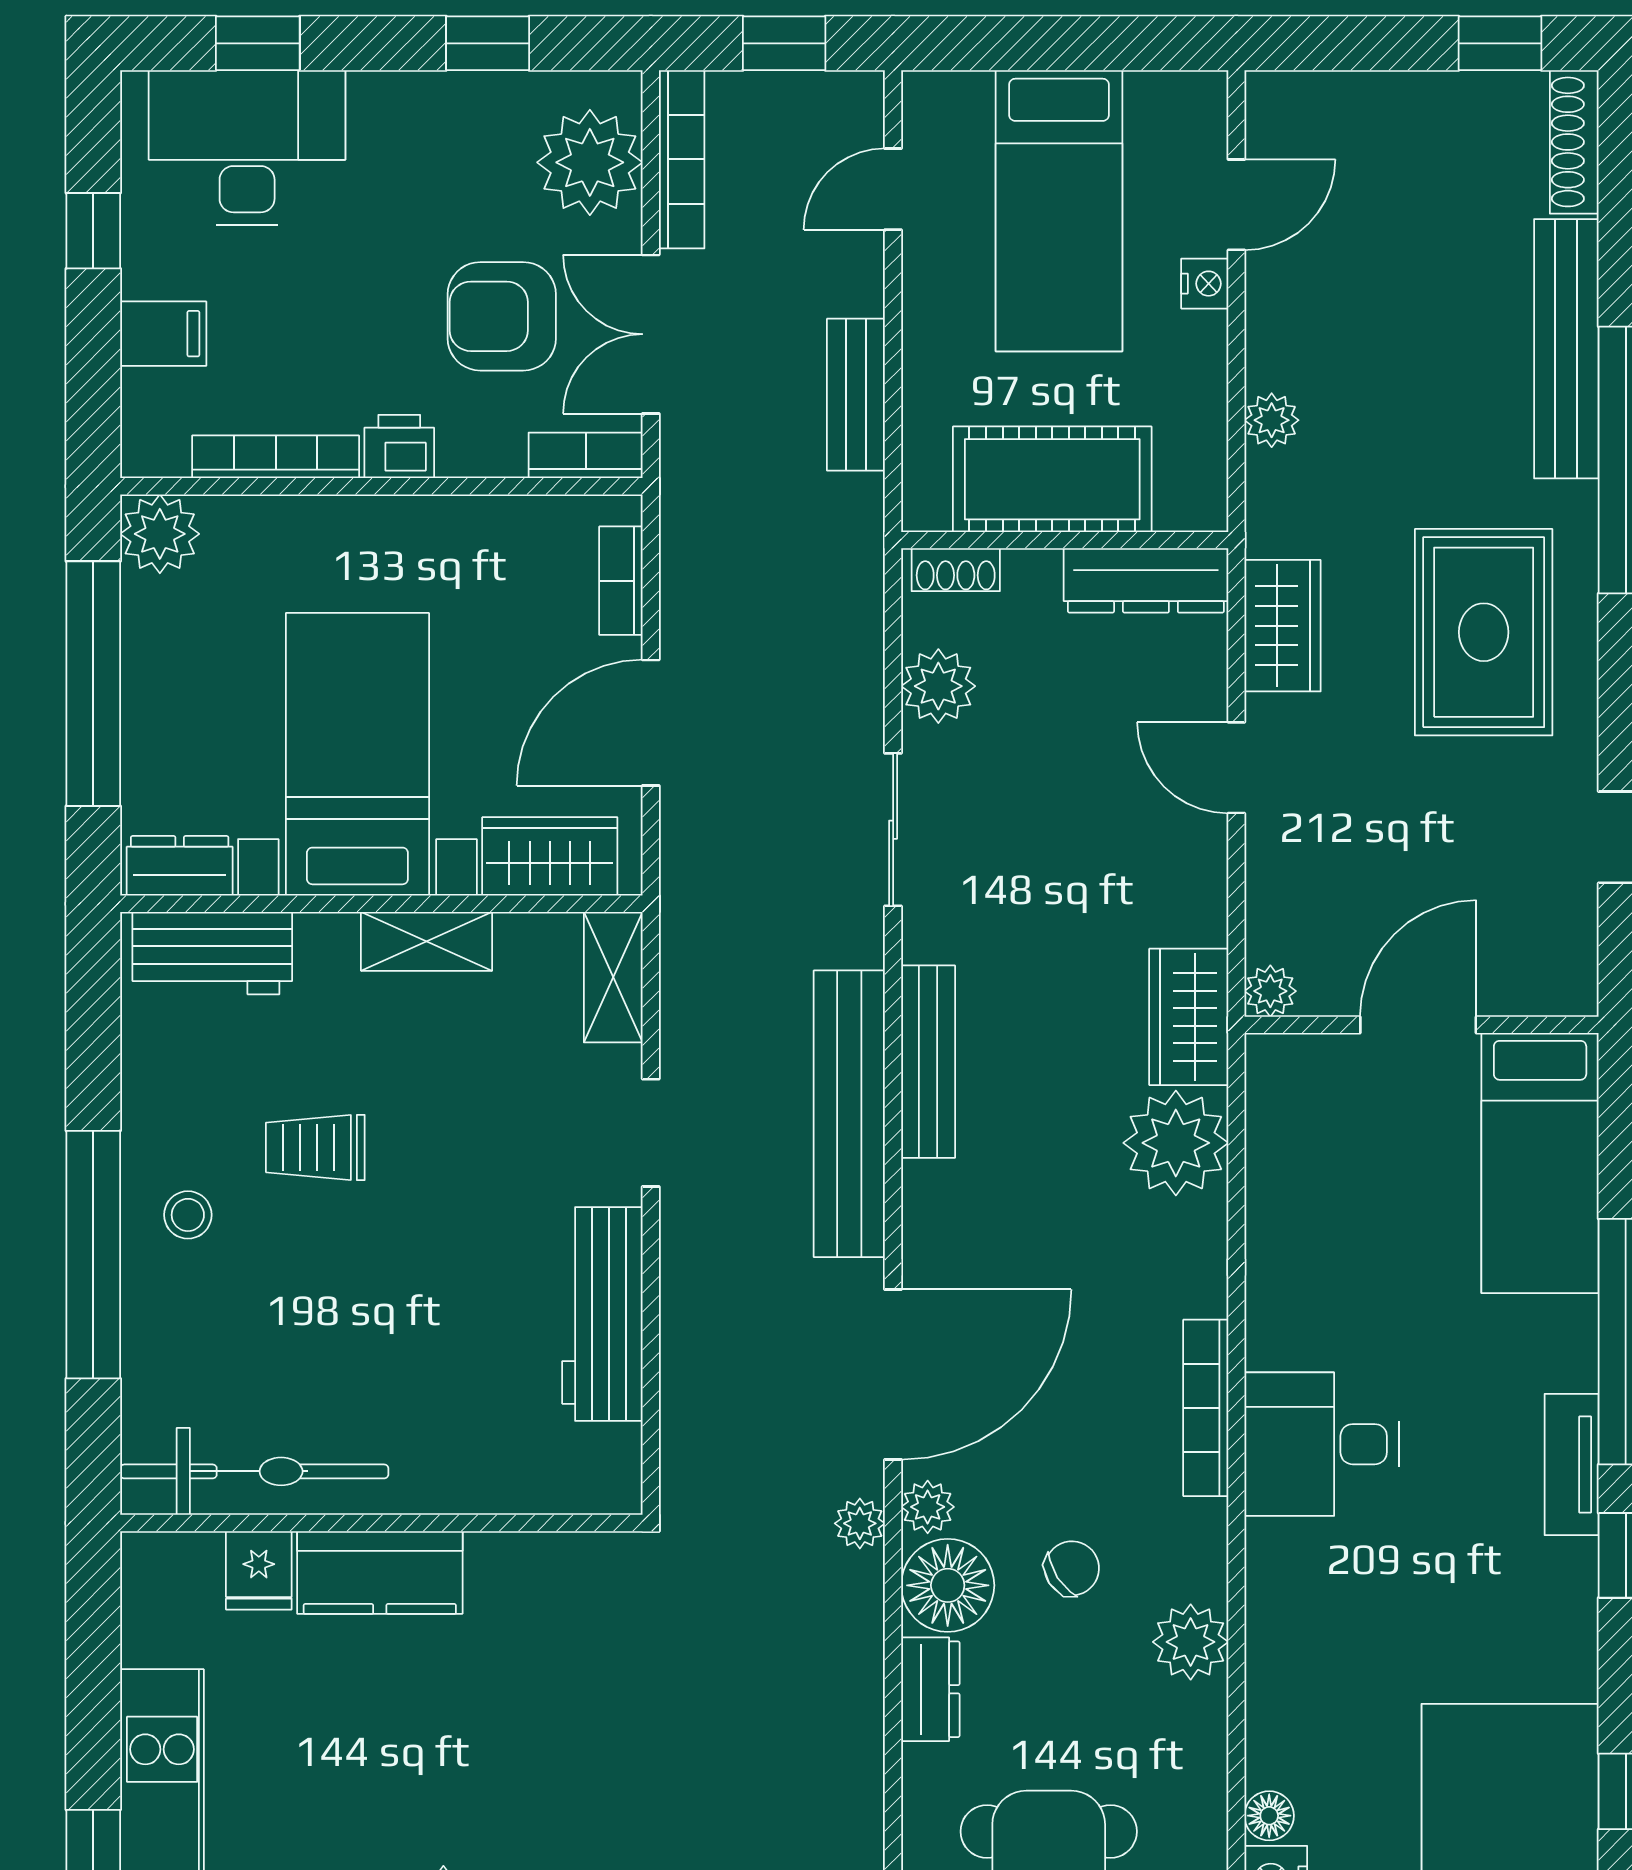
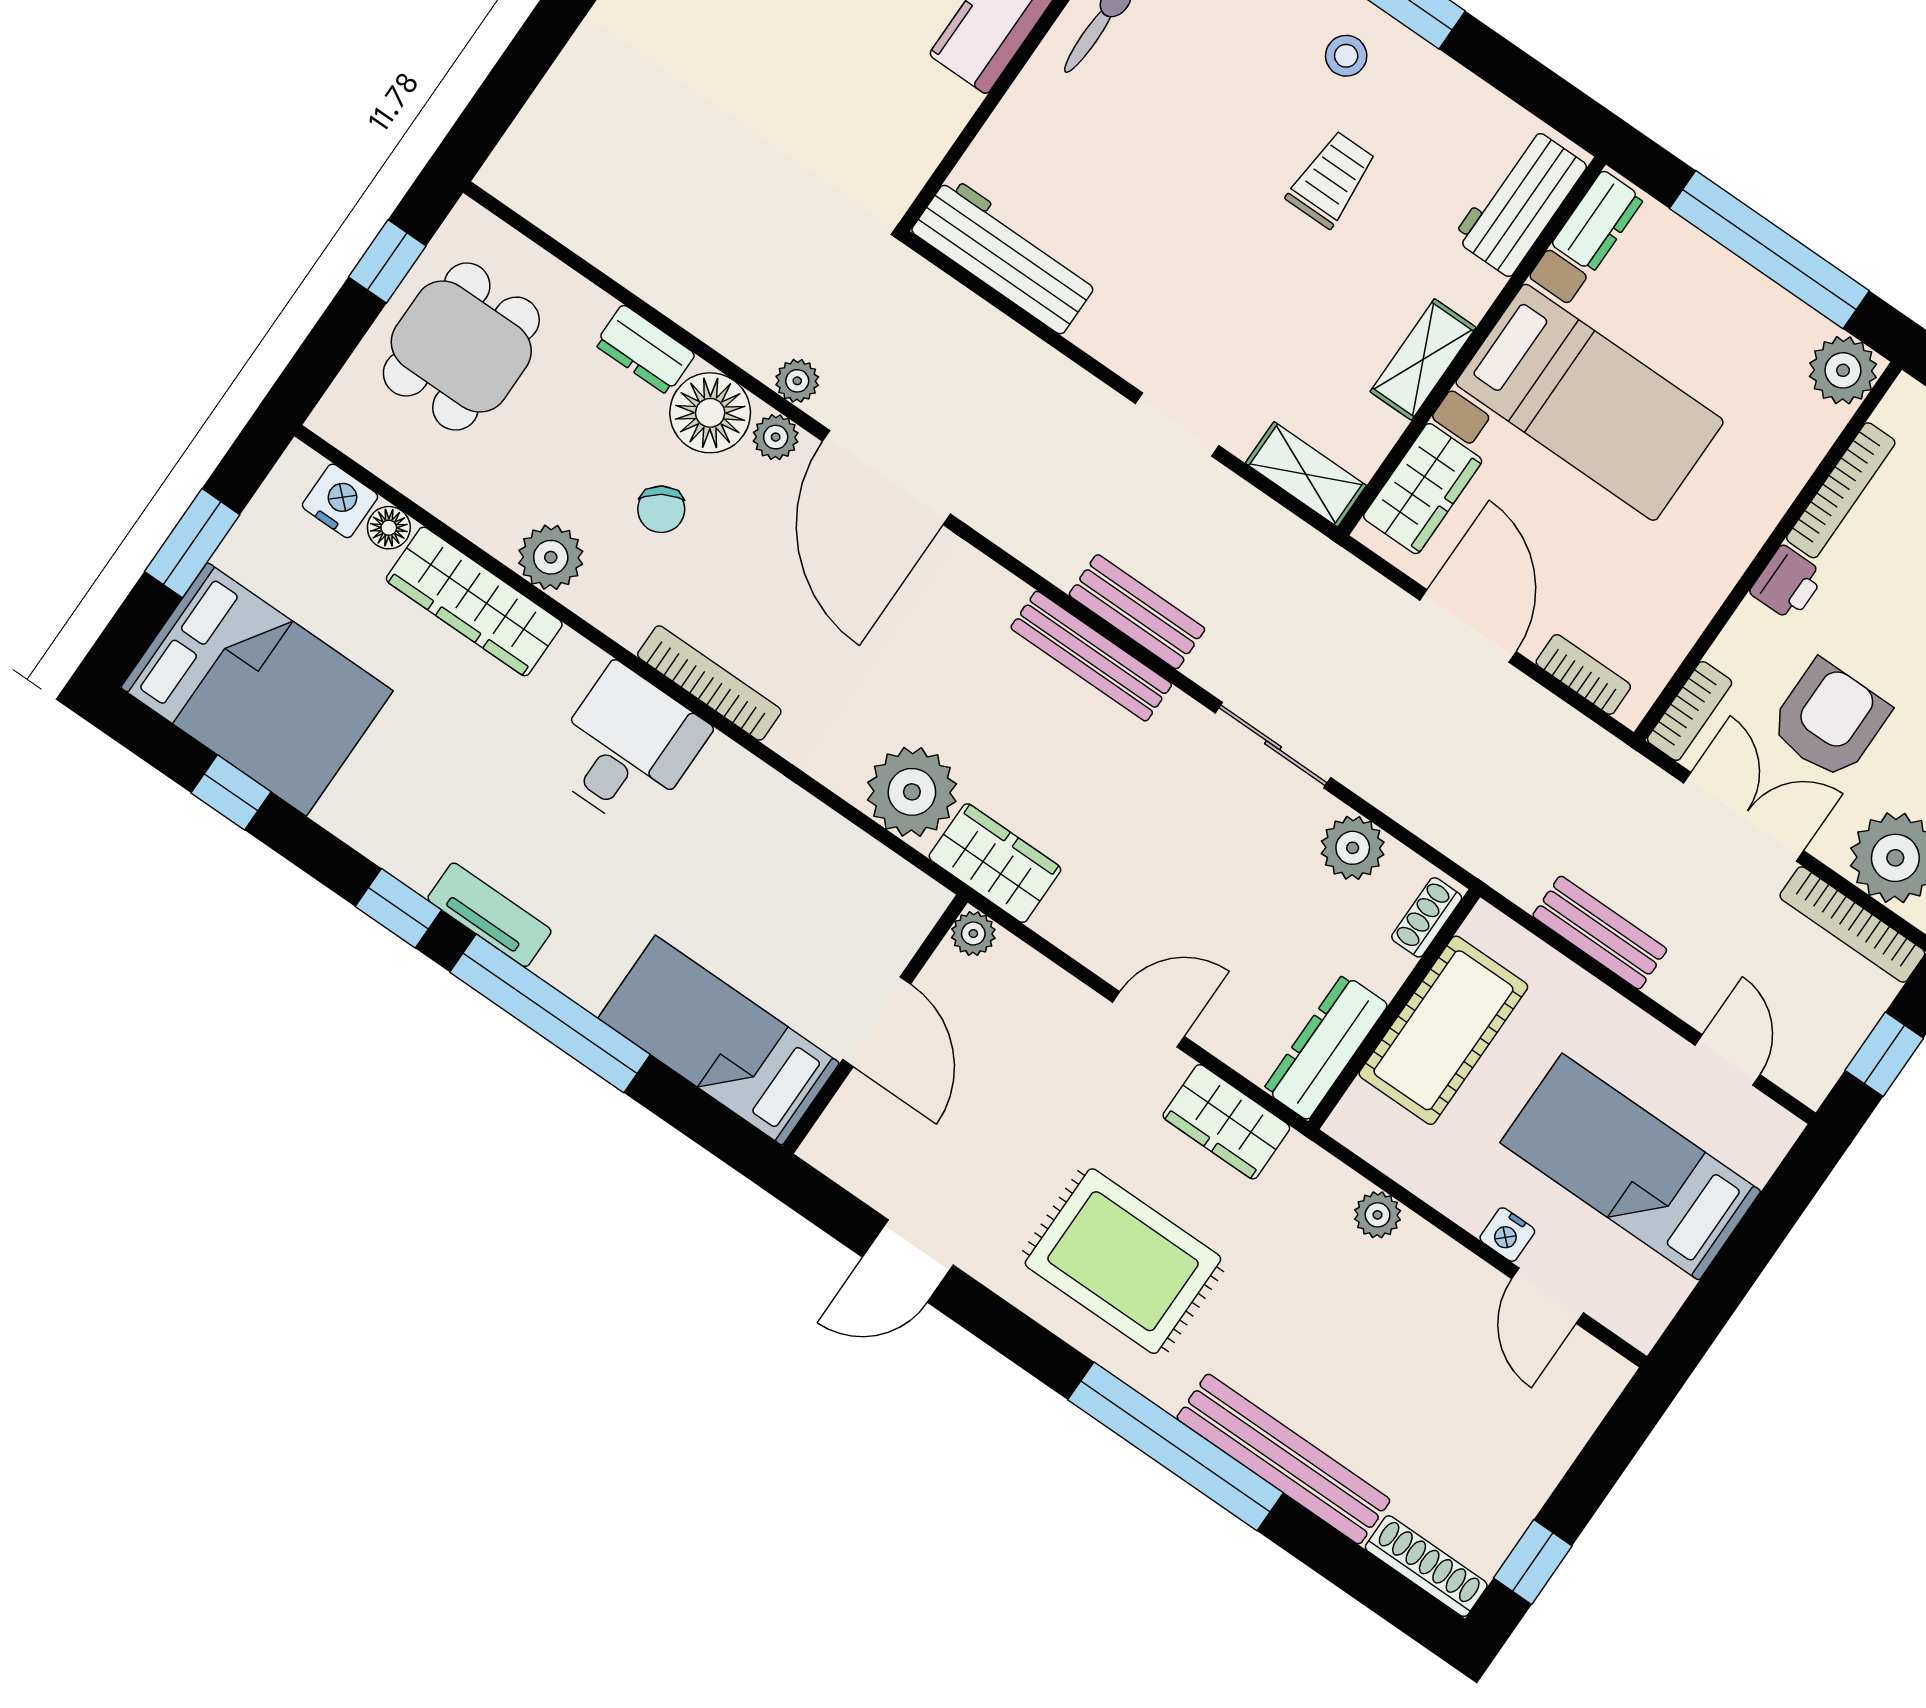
bench: (849, 1114) -> (1137, 612), width x0.54, depth x0.82
workbench: (602, 1314) -> (1006, 255), moved
wardrobe: (1283, 1686) -> (474, 601), added

